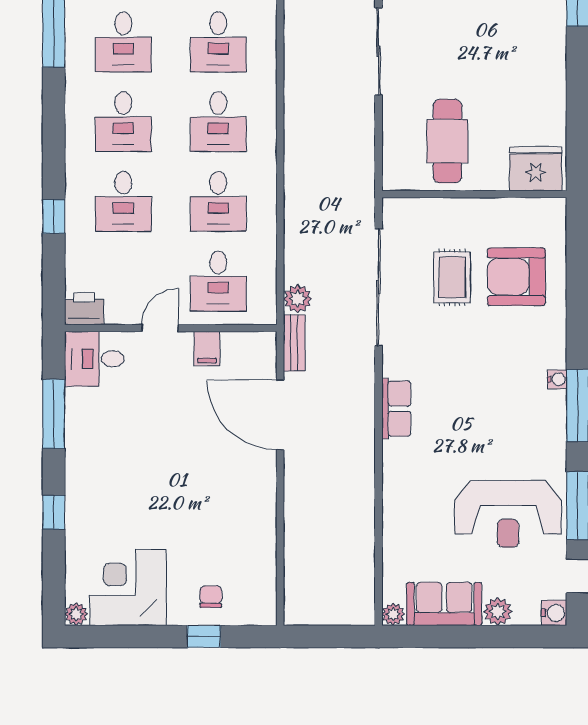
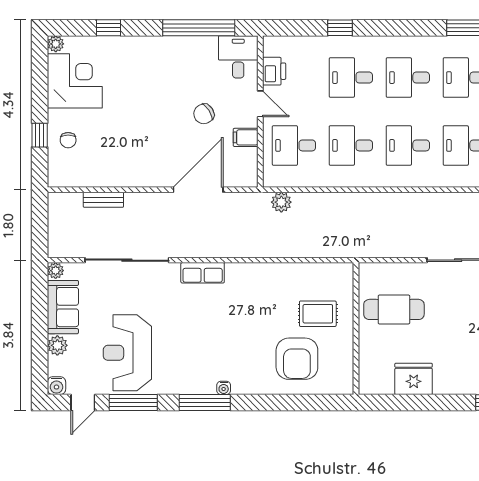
fridge: (536, 169) -> (414, 379), moved, turned -90
rug: (452, 277) -> (318, 314), moved
armchair: (516, 277) -> (297, 359), turned 180
sliding door: (379, 287) -> (127, 260), moved
printer: (84, 309) -> (274, 71), moved
bench: (294, 343) -> (103, 200), moved
chair: (174, 407) -> (204, 114), added
window: (54, 414) -> (199, 28), width x1.46
window: (54, 512) -> (108, 28), moved
chair: (211, 597) -> (68, 140), turned 90

